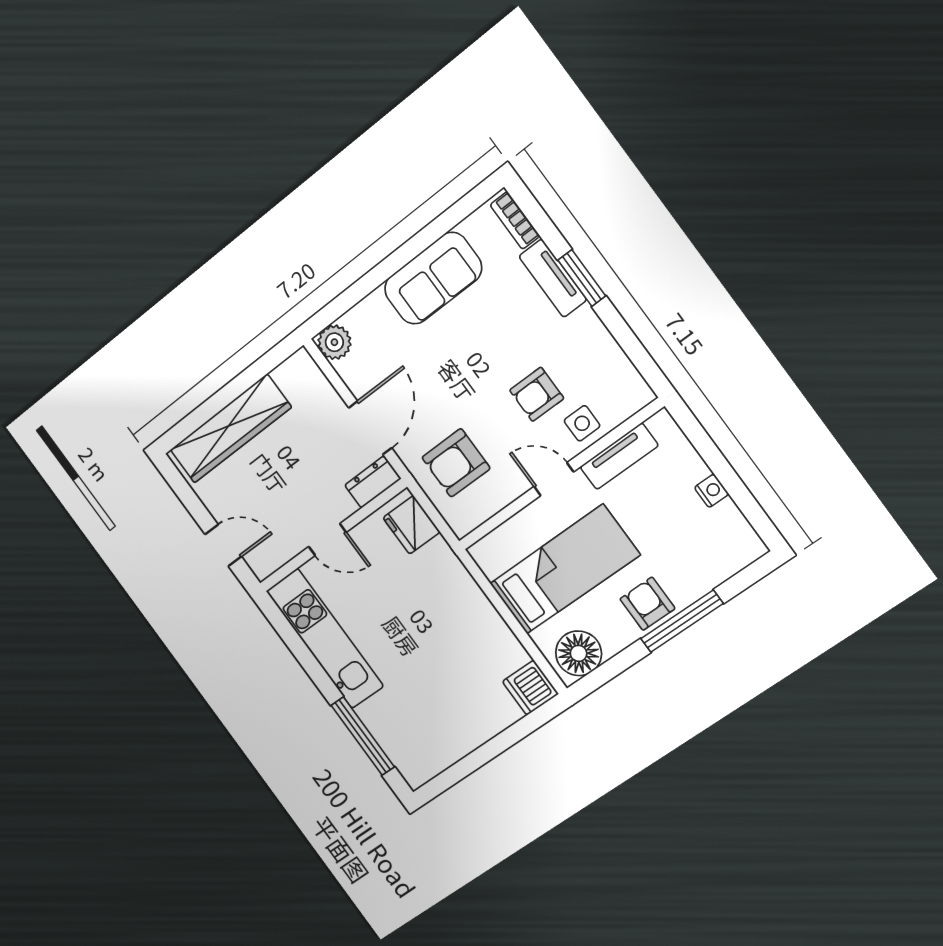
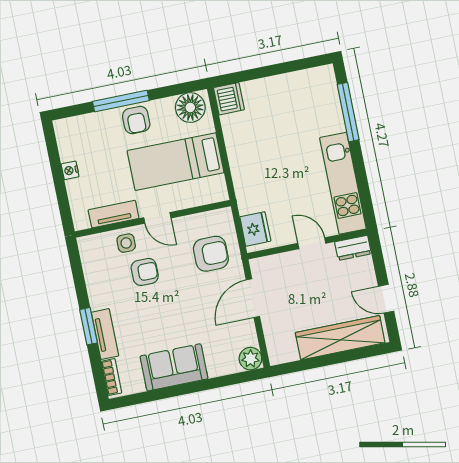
dresser: (373, 482) -> (353, 248), moved
door: (223, 545) -> (386, 299), moved

